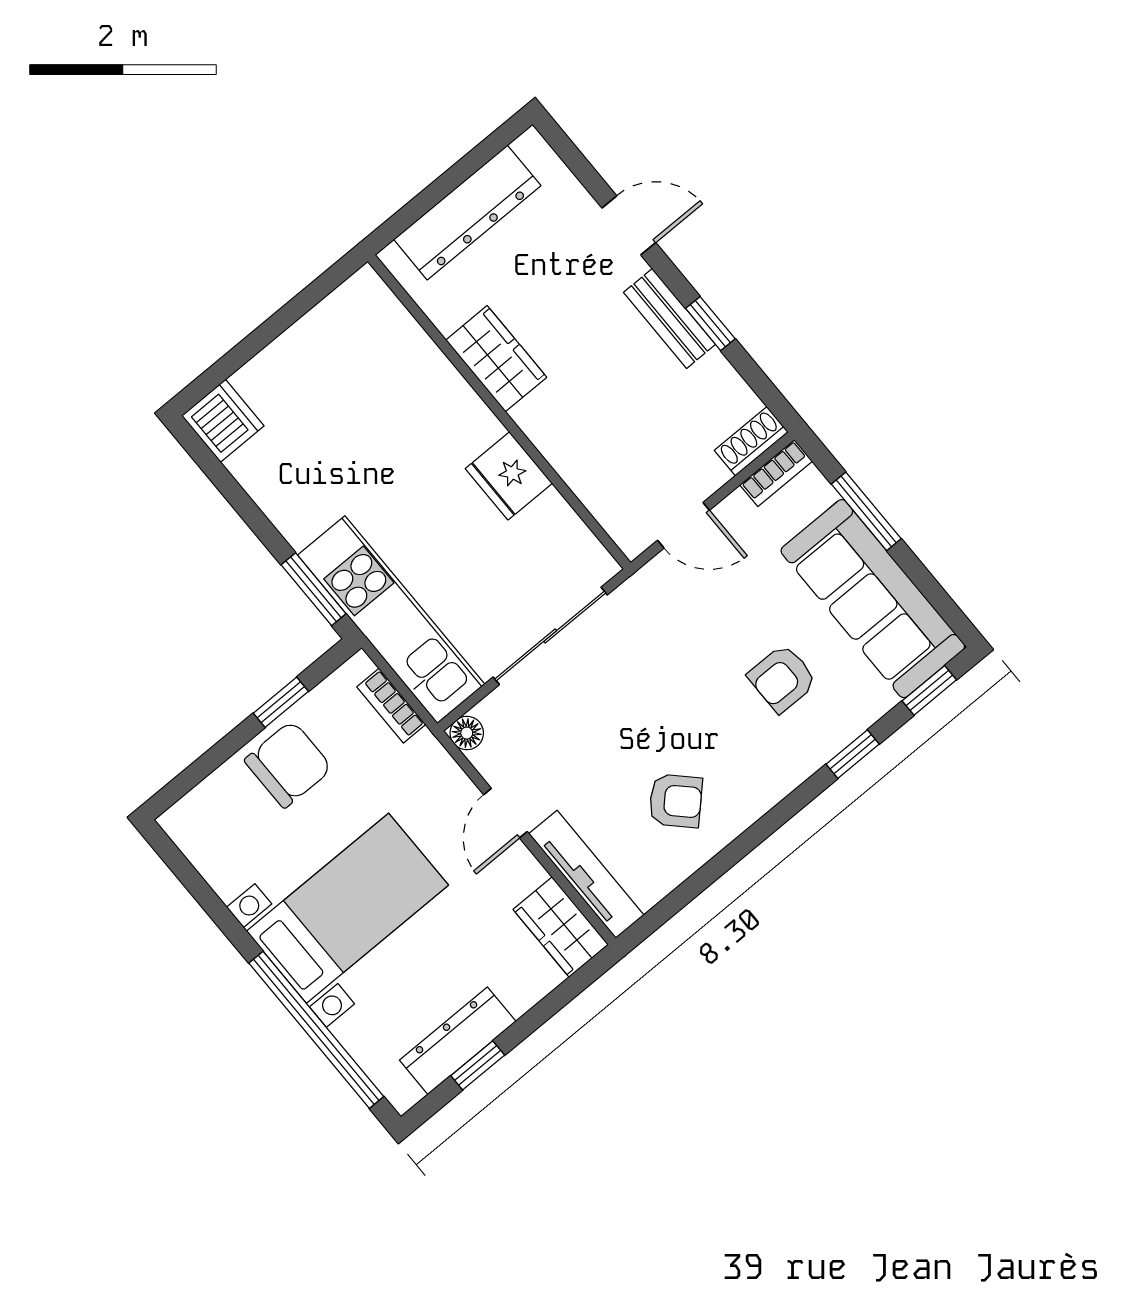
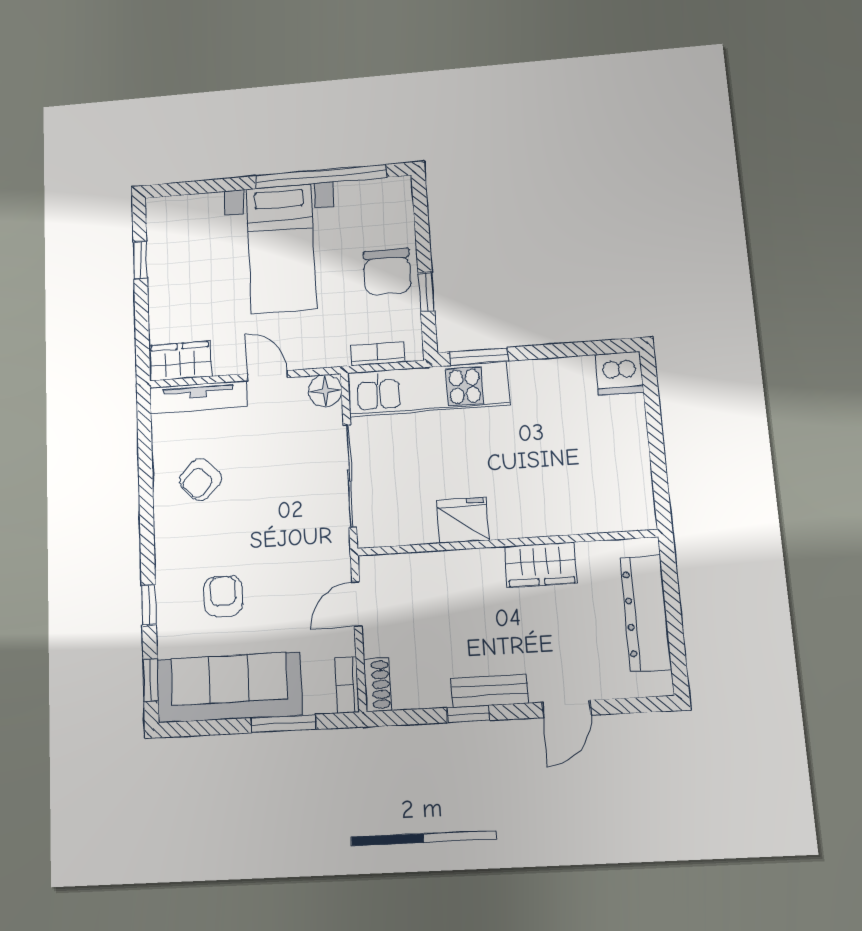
floor lamp: (467, 733) -> (325, 391), width x1.37, depth x1.37
window: (316, 1030) -> (321, 177), moved
dresser: (458, 1041) -> (162, 258), removed

